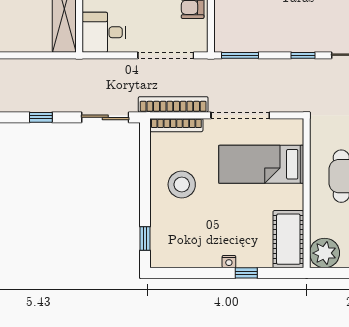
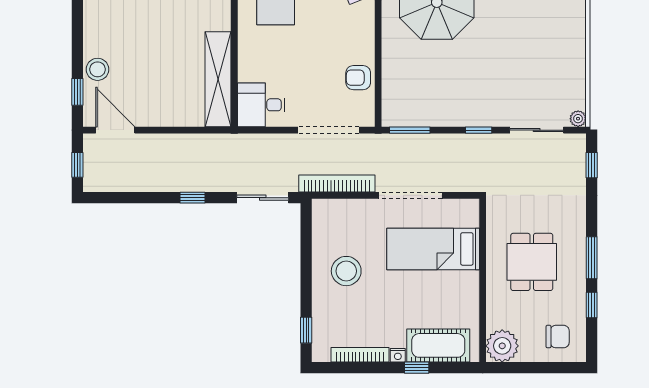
bookcase: (176, 125) -> (360, 355), moved, turned 180
cot: (288, 239) -> (438, 345), moved, turned 90

